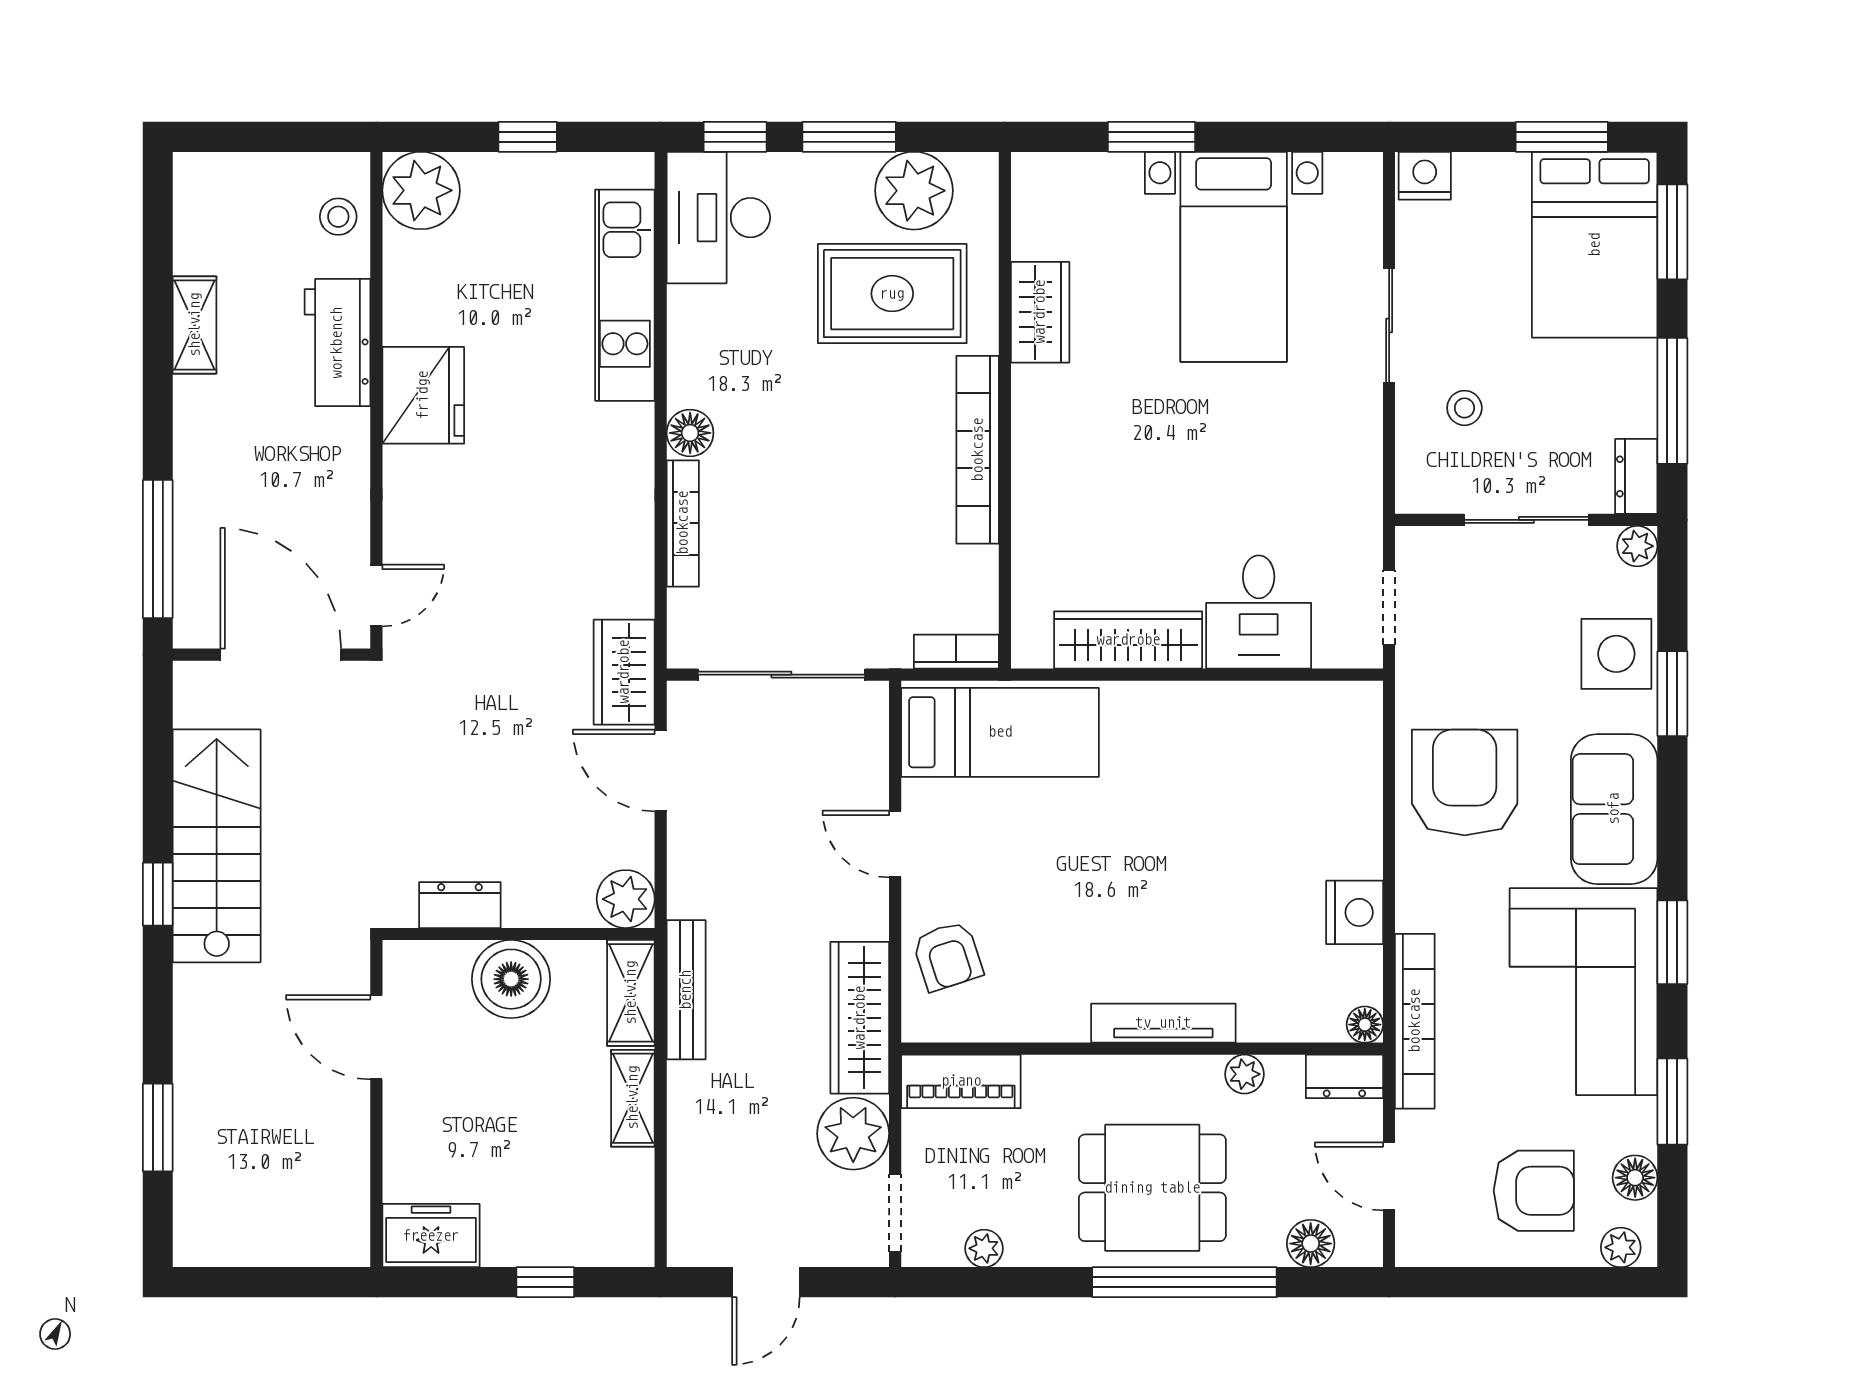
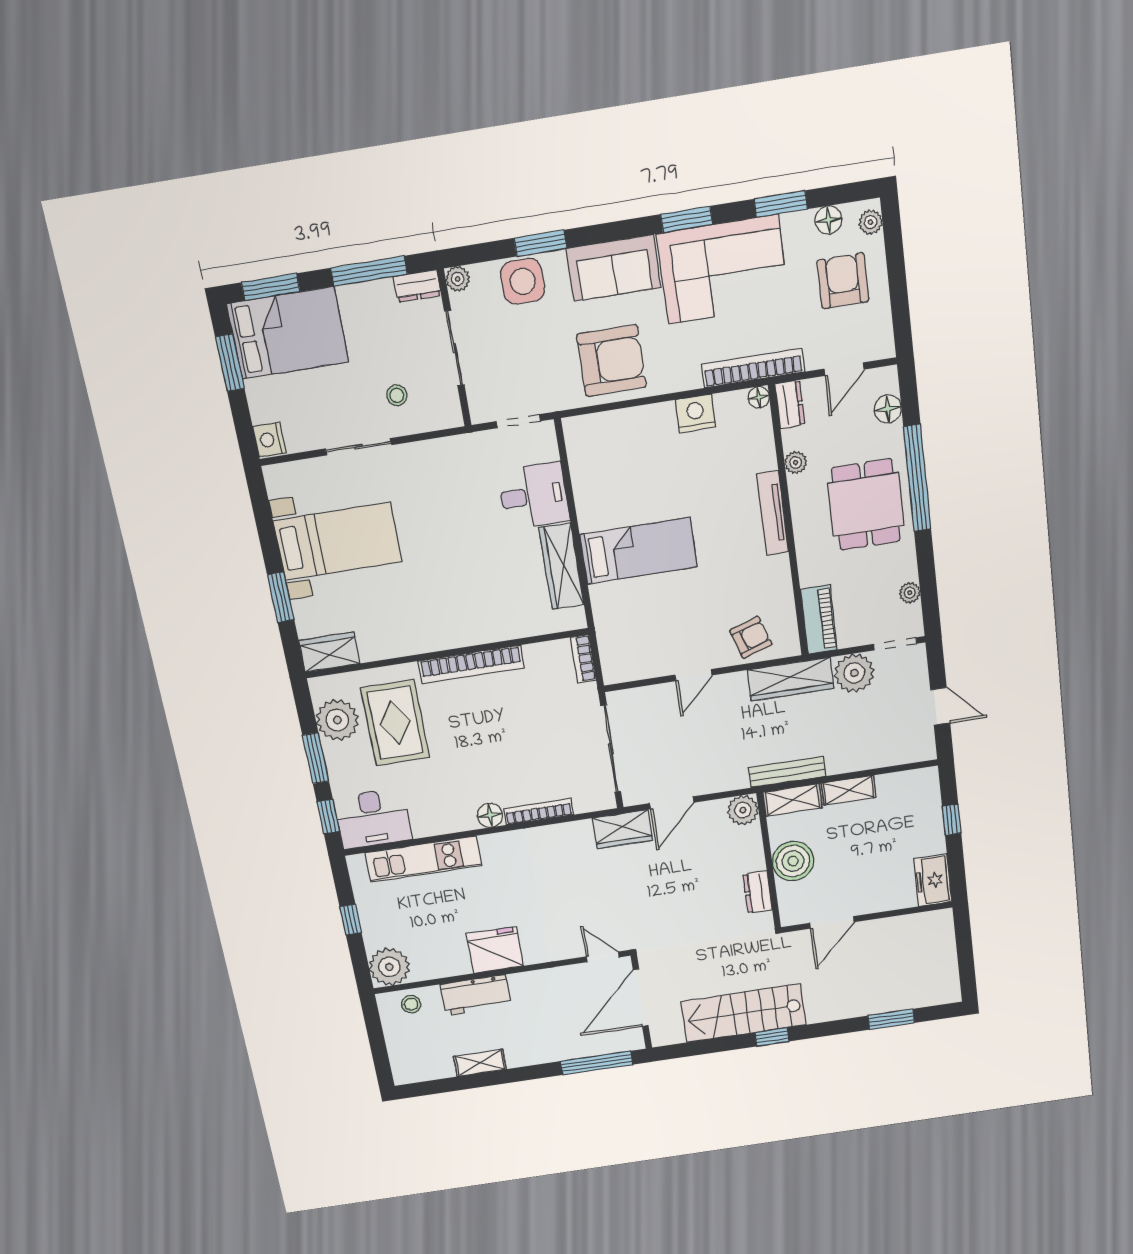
wardrobe: (1040, 312) -> (329, 652), moved
bed: (1000, 732) -> (639, 551), moved, turned 90
armchair: (1465, 782) -> (612, 361), turned 180

